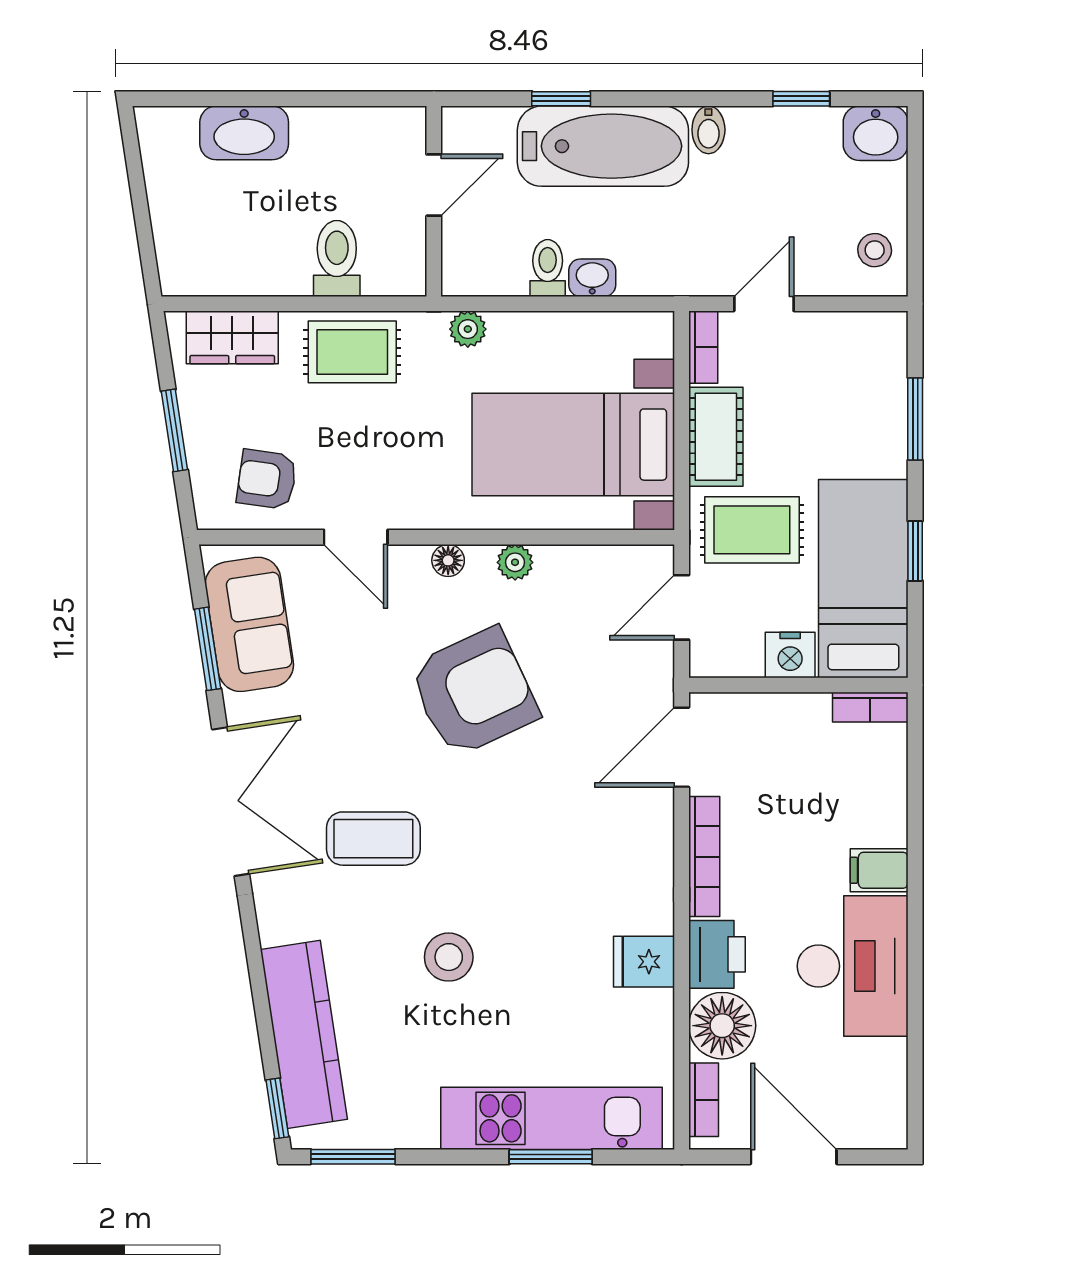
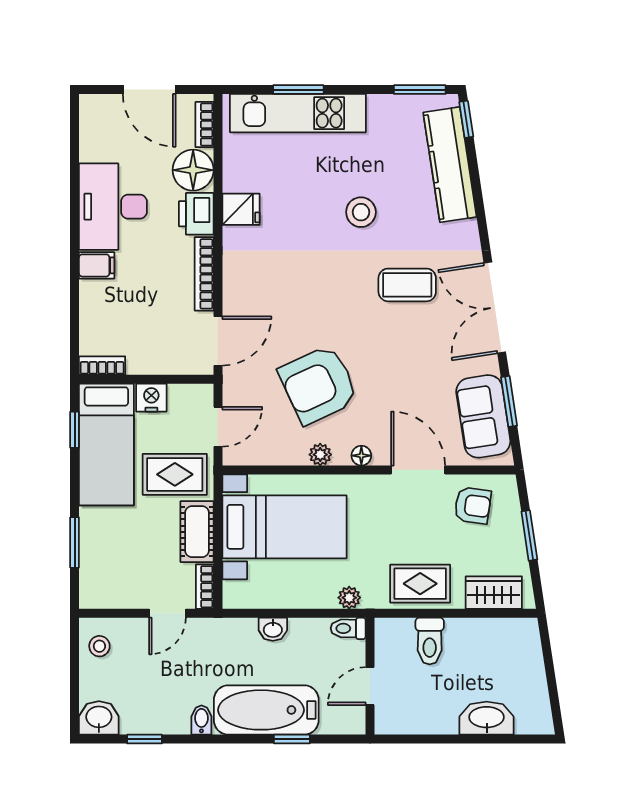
toilet: (548, 268) -> (348, 628), moved, turned 90
door: (356, 537) -> (418, 470), width x1.37
window: (915, 551) -> (75, 430), moved
armchair: (474, 692) -> (318, 385), moved

